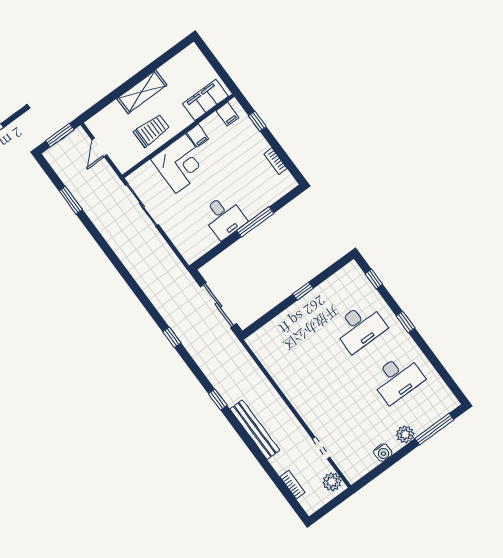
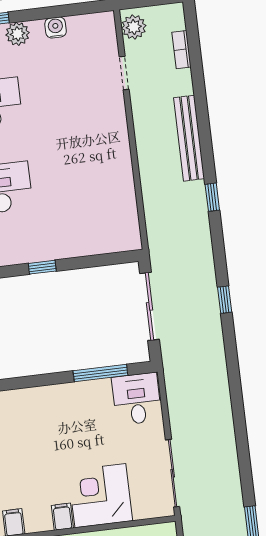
desk: (224, 217) -> (137, 399), moved
window: (255, 222) -> (100, 373), moved

